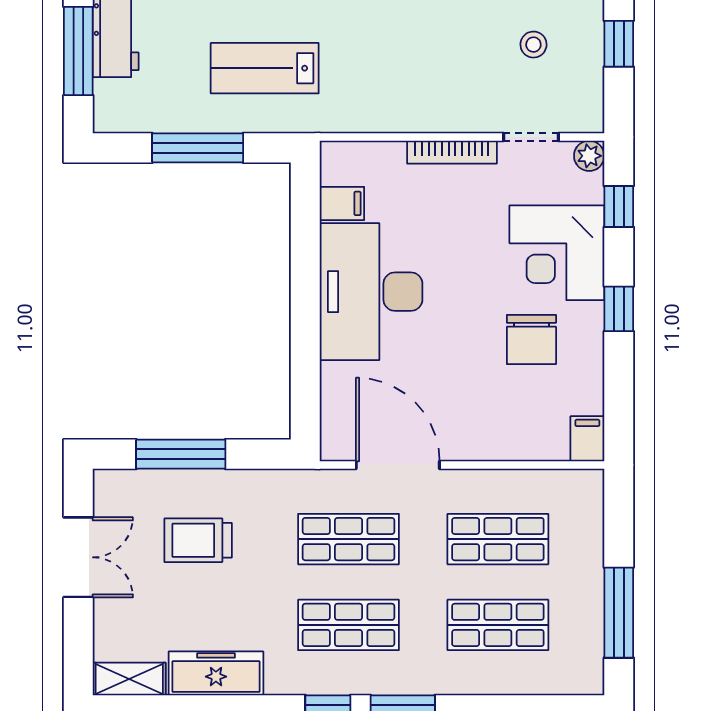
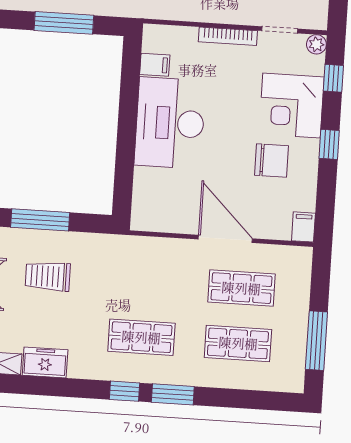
chair: (531, 340) -> (271, 161), turned -90
door: (398, 465) -> (225, 239), moved
shop shelf: (349, 539) -> (145, 282), removed
freezer: (216, 673) -> (45, 362), width x0.71

